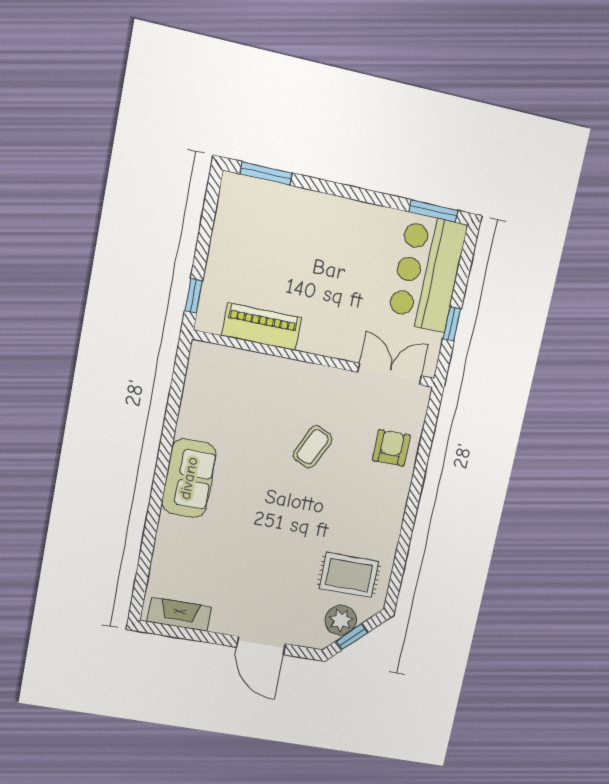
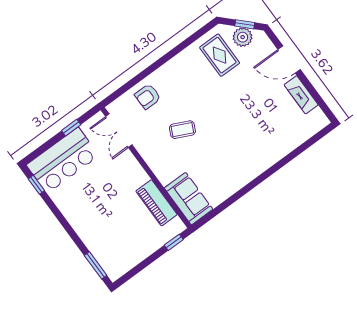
window: (433, 211) -> (36, 185), width x0.67
sofa: (189, 478) -> (188, 199), moved, turned 90
fireplace: (179, 614) -> (301, 95), moved
door: (261, 646) -> (289, 60), swing flipped

